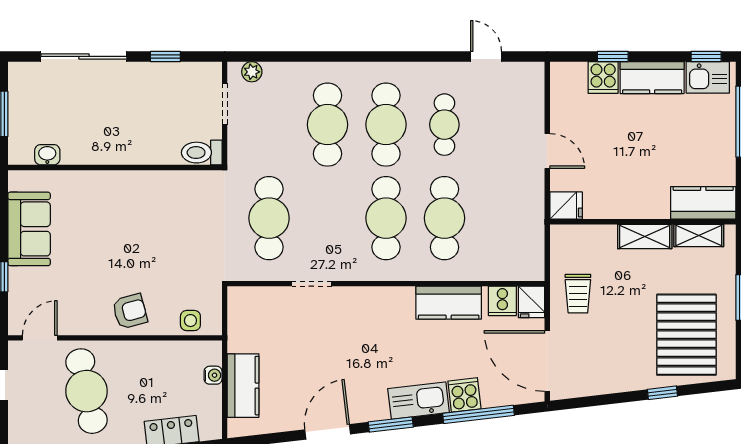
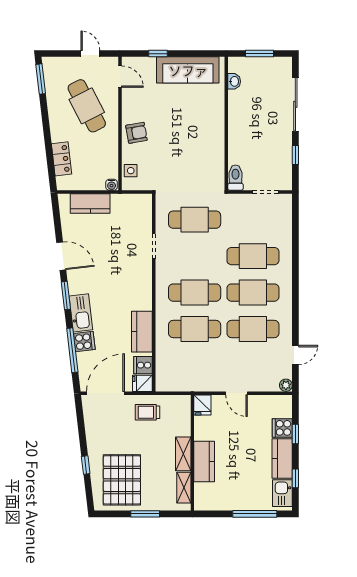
window: (706, 56) -> (295, 478), moved
plant: (252, 72) -> (286, 385), moved
cafe table: (444, 125) -> (253, 329), width x1.37, depth x1.35
door: (547, 151) -> (236, 393), hinge flipped
kitchen counter: (703, 203) -> (204, 462), moved
sofa: (29, 229) -> (188, 70), width x1.36
armchair: (130, 311) -> (136, 133), turned -85
pallet: (686, 335) -> (122, 480), turned 90
water cooler: (213, 375) -> (112, 185), moved
cafe table: (86, 391) -> (87, 106), turned 75

